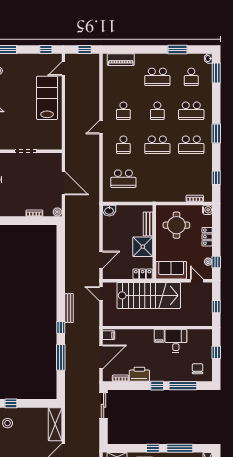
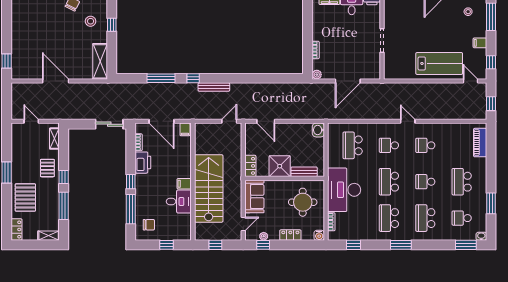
filing cabinet: (28, 60) -> (480, 43), added
desk: (165, 187) -> (344, 190), added
stairs: (149, 295) -> (209, 188), moved, turned 180
shelving: (55, 424) -> (100, 61), moved, turned 90

